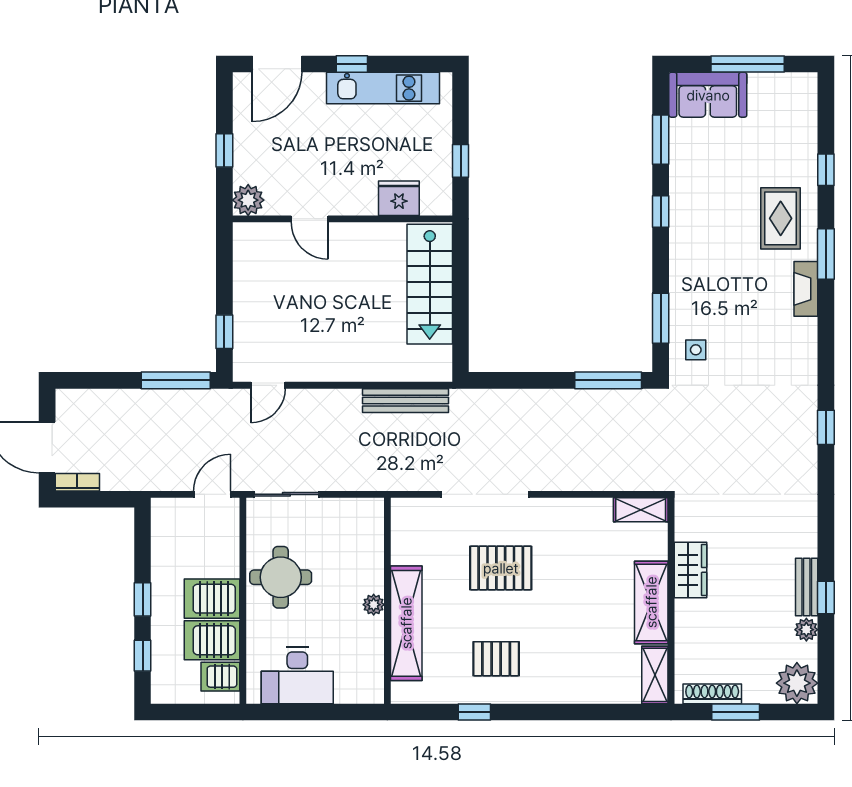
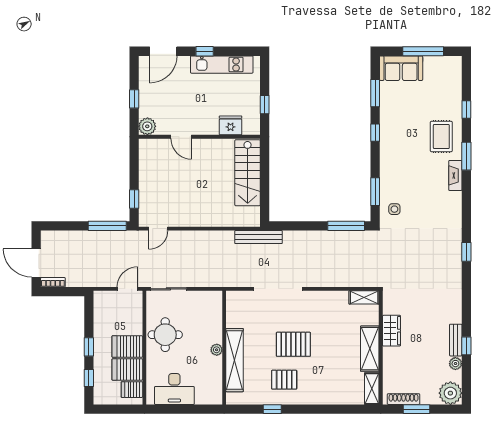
bench: (406, 401) -> (259, 237), moved
pallet: (501, 568) -> (293, 344), moved

